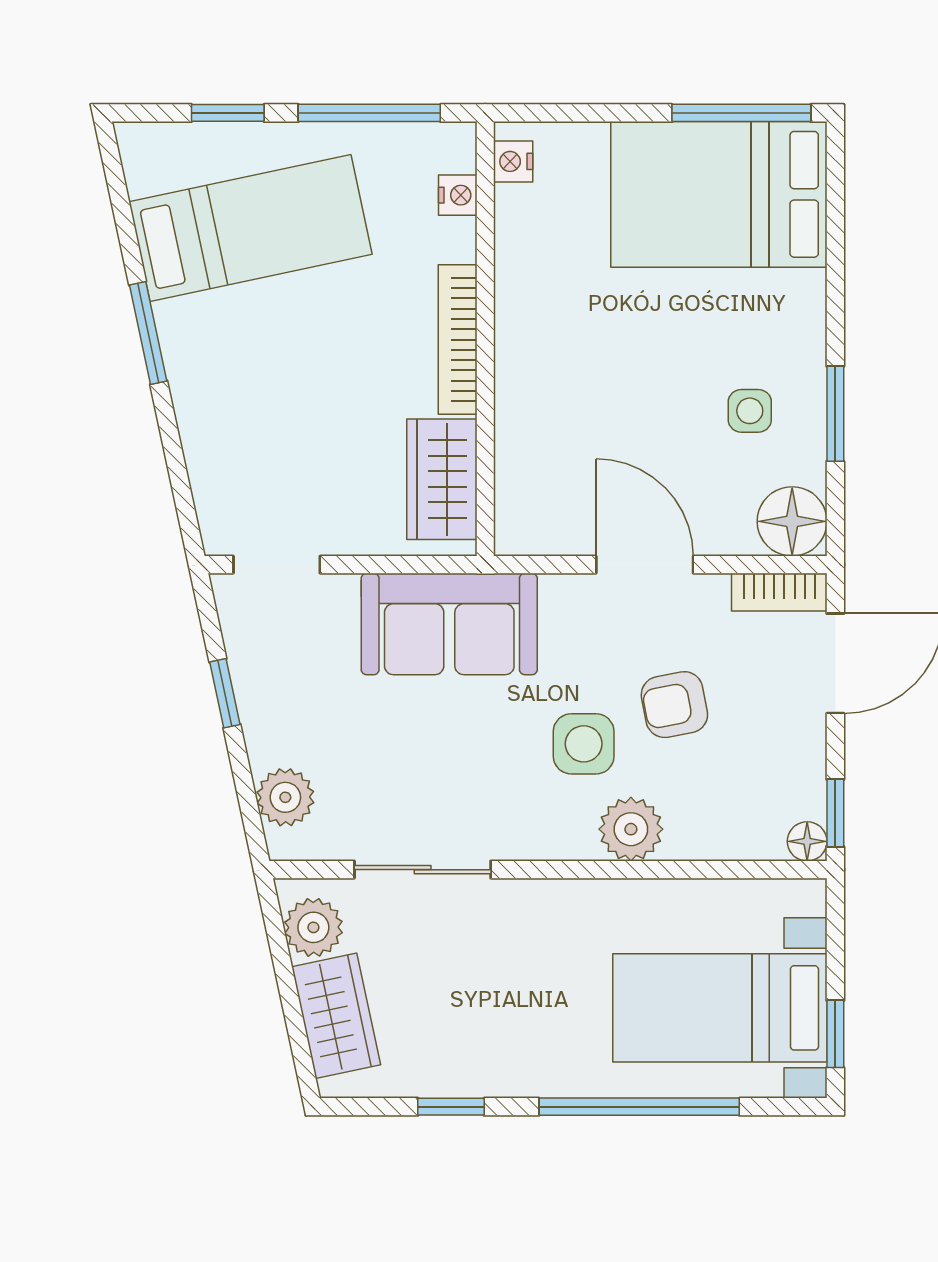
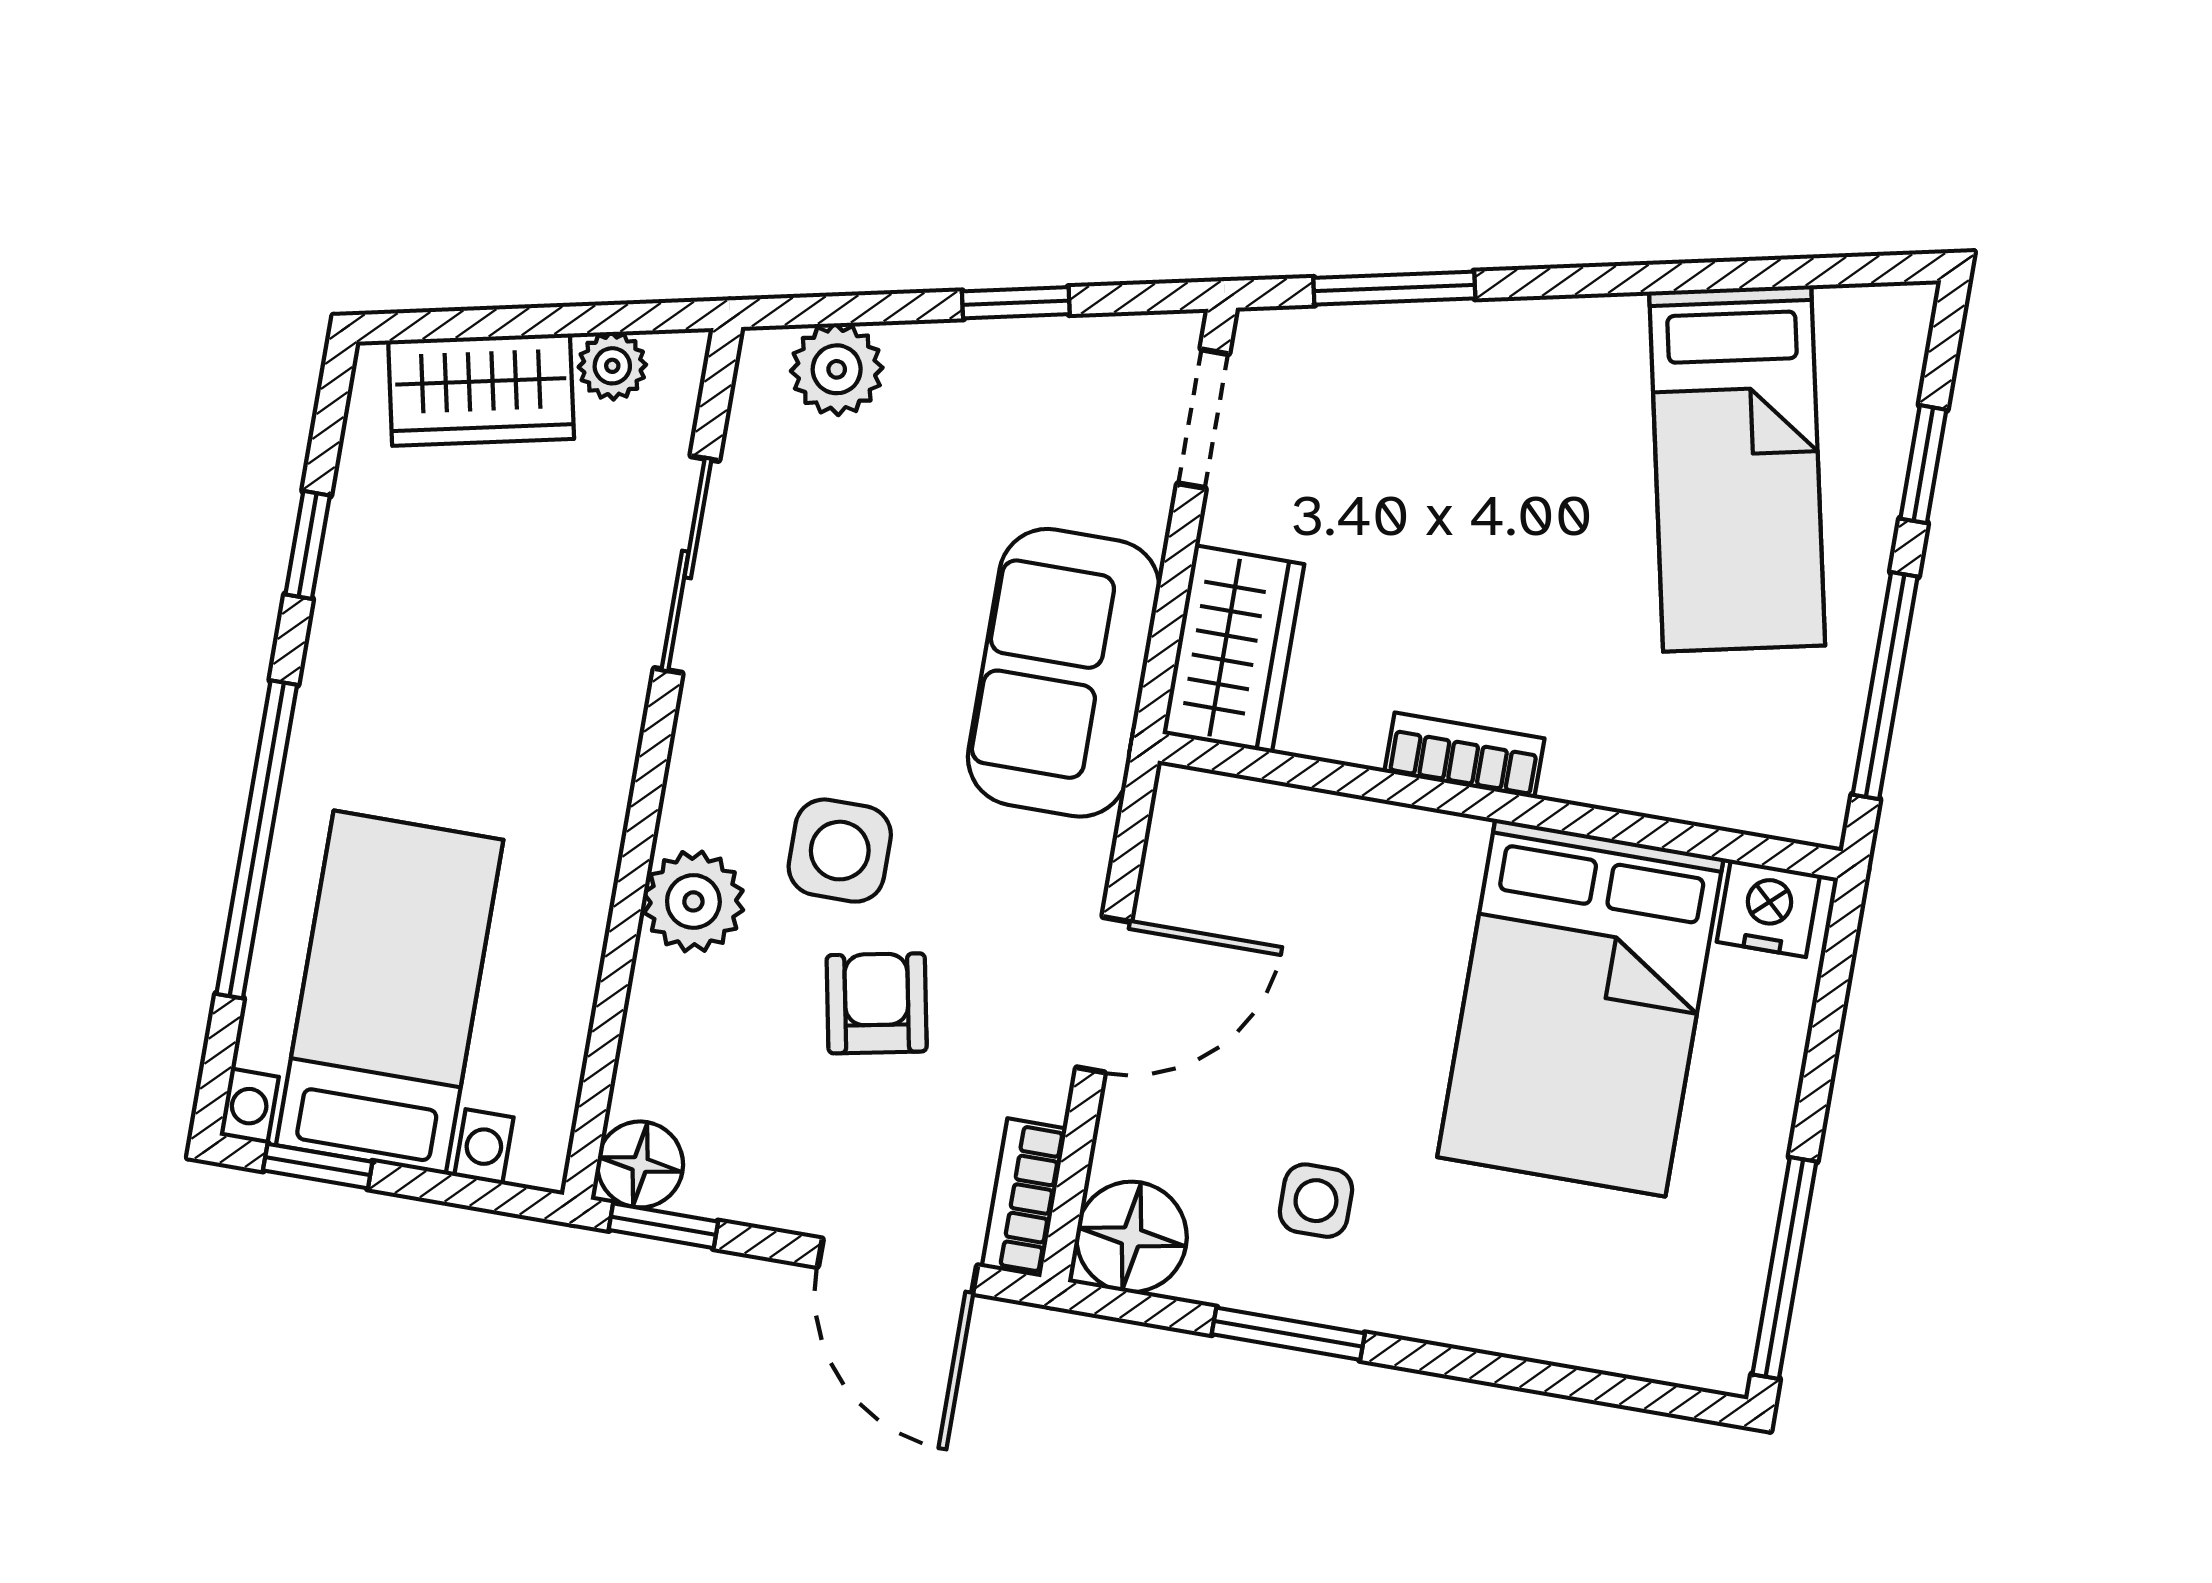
nightstand: (513, 161) -> (1768, 908), width x1.39, depth x1.35
bed: (719, 194) -> (1580, 1008), moved, turned 180
nightstand: (458, 195) -> (1732, 802), removed
window: (148, 333) -> (1394, 288), moved
bookcase: (458, 340) -> (1464, 755), width x0.64
wardrobe: (442, 479) -> (1233, 649), moved, turned 90
floor lamp: (807, 841) -> (640, 1164), width x1.37, depth x1.37
plant: (313, 927) -> (612, 366), width x0.73, depth x0.73

